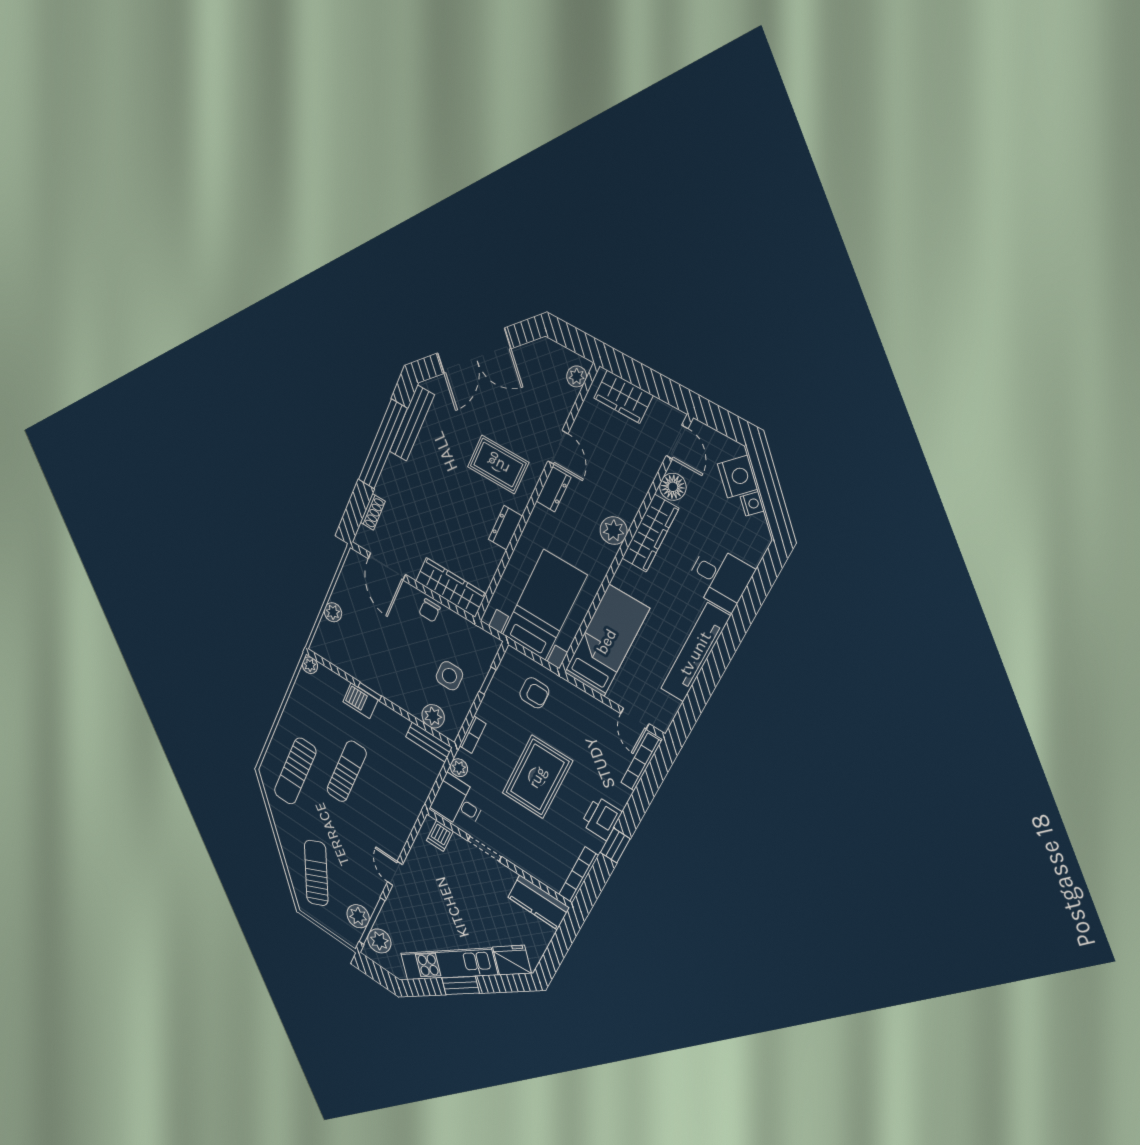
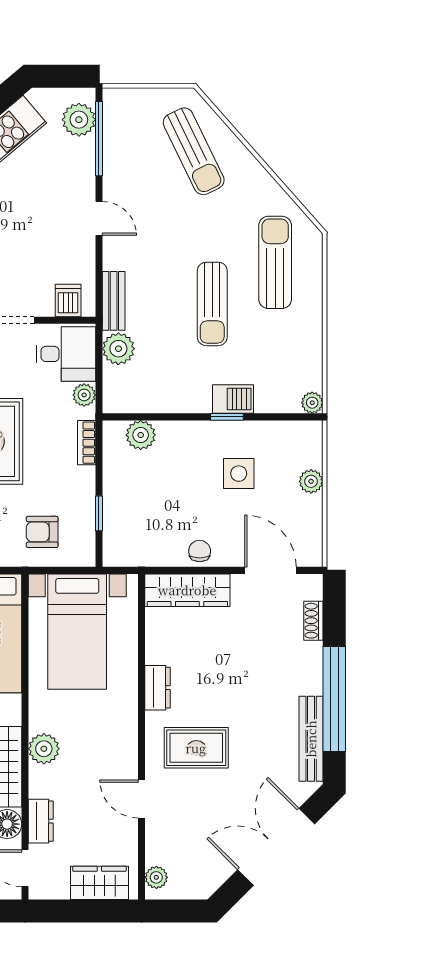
dresser: (553, 489) -> (41, 821), moved, turned 180
side table: (449, 676) -> (239, 474), moved
bench: (429, 742) -> (114, 301), moved, turned 90
plant: (358, 916) -> (118, 349), moved

